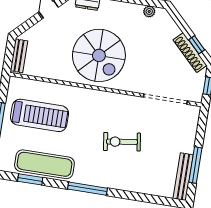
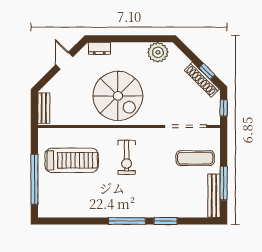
plant: (149, 11) -> (158, 52), width x1.87, depth x1.87
exercise bike: (122, 142) -> (127, 157), moved, turned -82
exercise mat: (44, 164) -> (195, 158), moved, width x0.73, depth x0.69
window: (30, 179) -> (166, 221), moved

